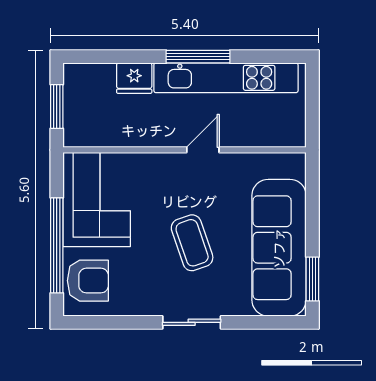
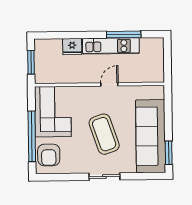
window: (198, 57) -> (124, 34), moved
kitchen unit: (226, 78) -> (111, 46), width x0.73
coffee table: (192, 243) -> (104, 134), width x1.36, depth x1.32
armchair: (88, 281) -> (49, 155), turned 90

